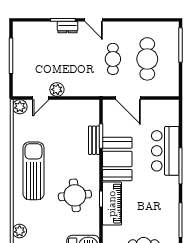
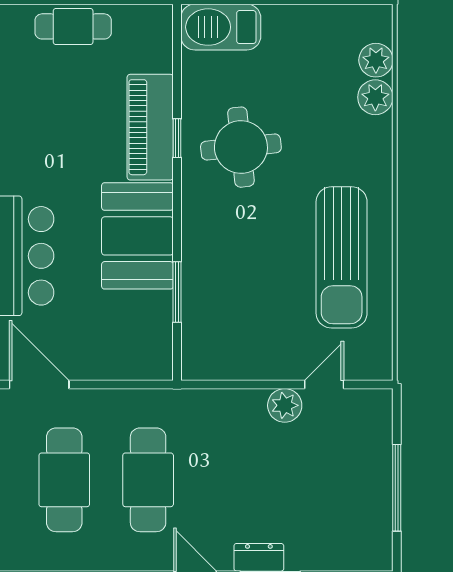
cafe table: (113, 59) -> (148, 480), width x1.37, depth x1.35
door: (128, 98) -> (39, 385), moved
plant: (20, 107) -> (375, 97), moved
bench: (94, 140) -> (194, 282), removed
sun lounger: (33, 171) -> (342, 257), moved

